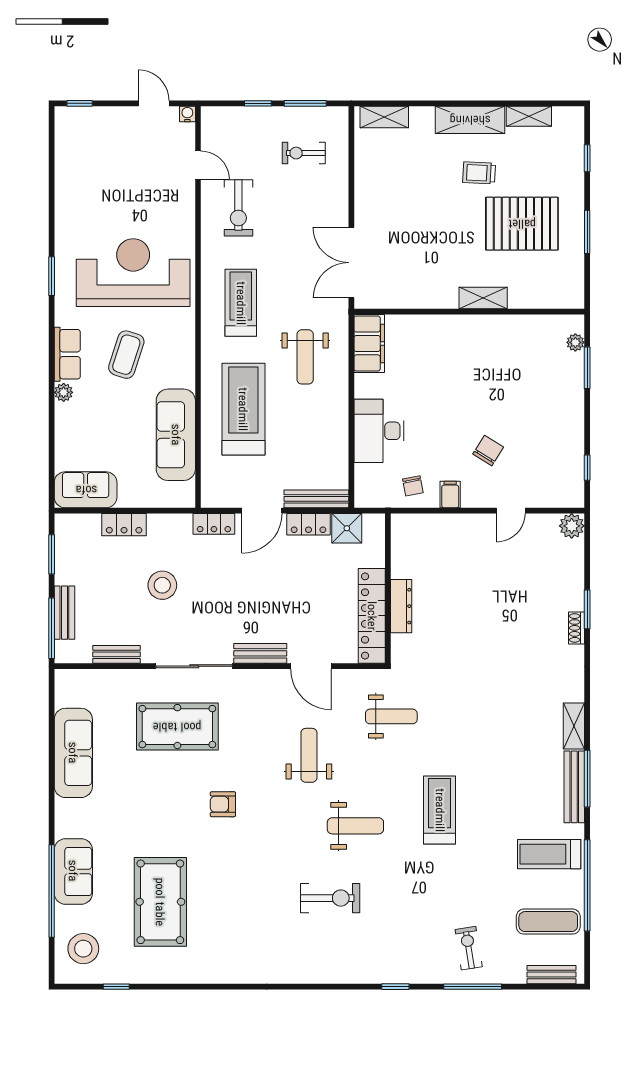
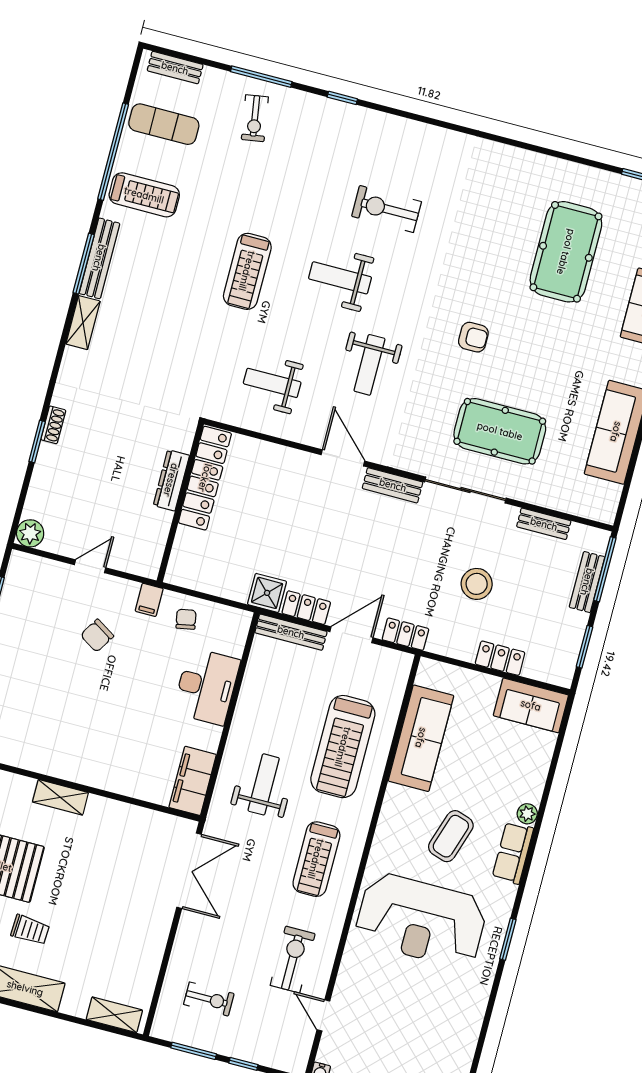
wall: (388, 588) -> (180, 503), moved
dresser: (401, 606) -> (171, 480), moved
locker: (372, 616) -> (205, 478), moved

